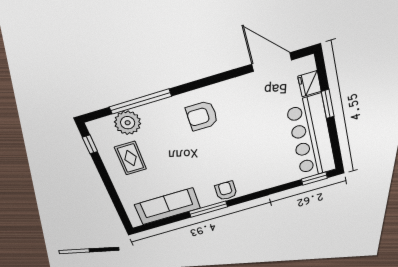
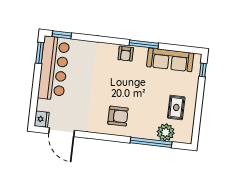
fridge: (310, 84) -> (42, 119), moved
window: (328, 104) -> (40, 53), moved
window: (90, 144) -> (203, 70), moved

